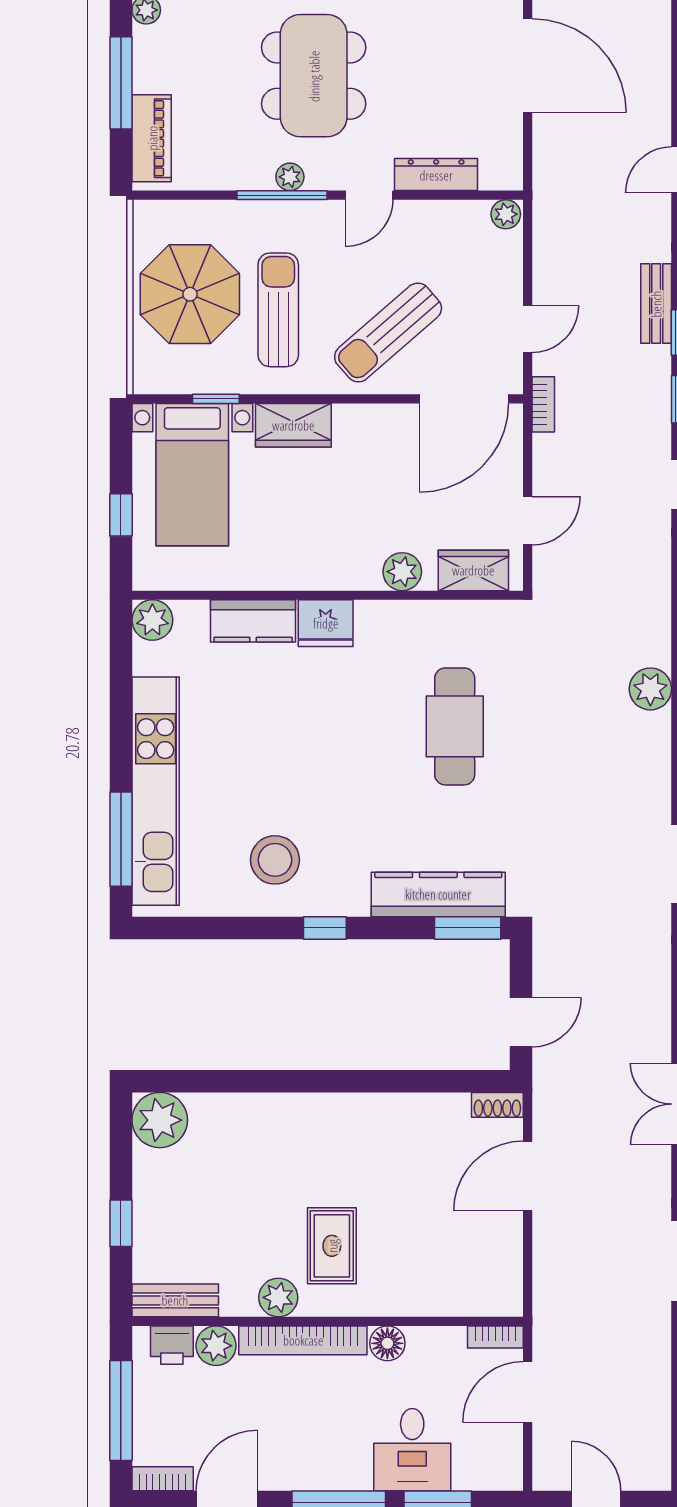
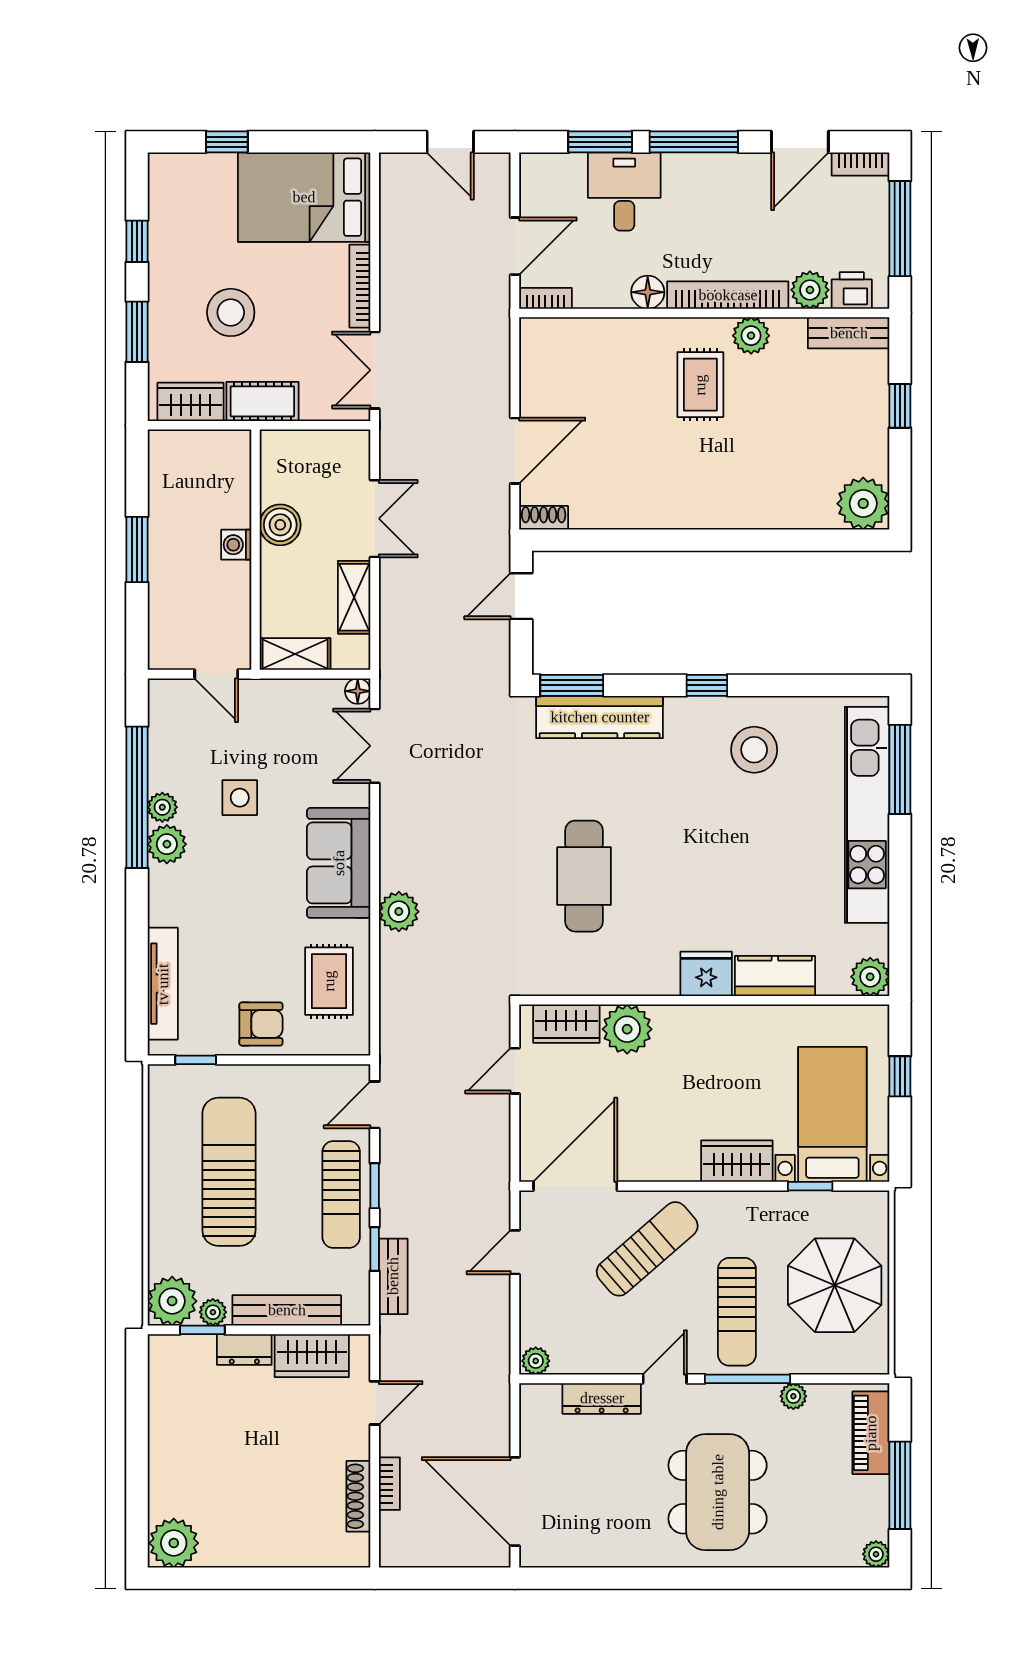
plant: (290, 177) -> (793, 1396), moved
sun lounger: (278, 310) -> (737, 1312), moved
bookcase: (543, 404) -> (389, 1484), moved, turned 180
plant: (402, 572) -> (627, 1029), width x1.36, depth x1.36

